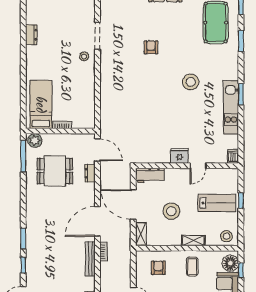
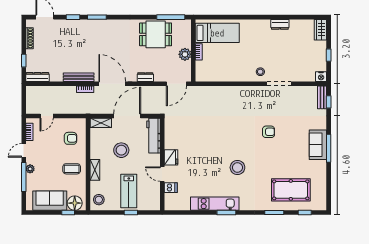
plant: (35, 140) -> (185, 54), moved
dishwasher: (233, 156) -> (171, 188), moved
dining table: (55, 171) -> (156, 34), moved, turned 90
dresser: (90, 173) -> (145, 77), moved
workbench: (150, 175) -> (153, 136), width x1.38

